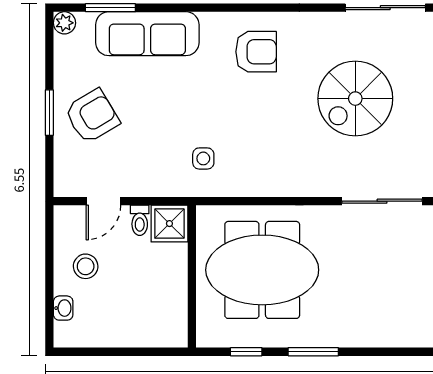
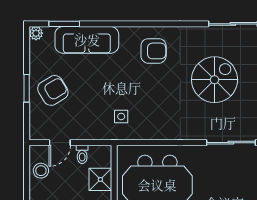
spiral stairs: (355, 99) -> (215, 80), turned 180
shower: (169, 224) -> (100, 179), moved
stool: (86, 266) -> (41, 171), moved

